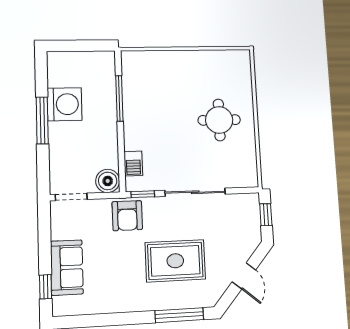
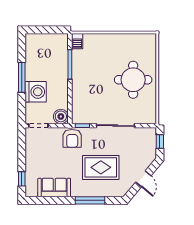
washing machine: (65, 104) -> (36, 92), moved
round table: (219, 120) -> (133, 80), width x1.36, depth x1.36
barbecue: (133, 164) -> (77, 41), moved
sofa: (67, 267) -> (54, 187), moved, turned -90
window: (179, 315) -> (90, 200), moved

